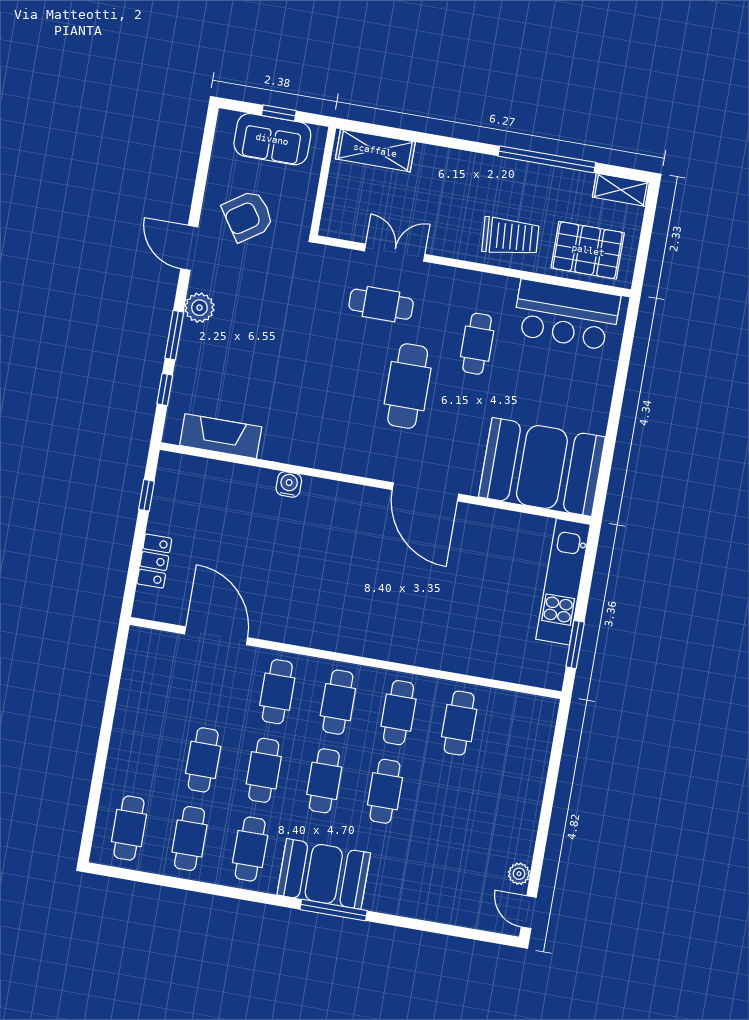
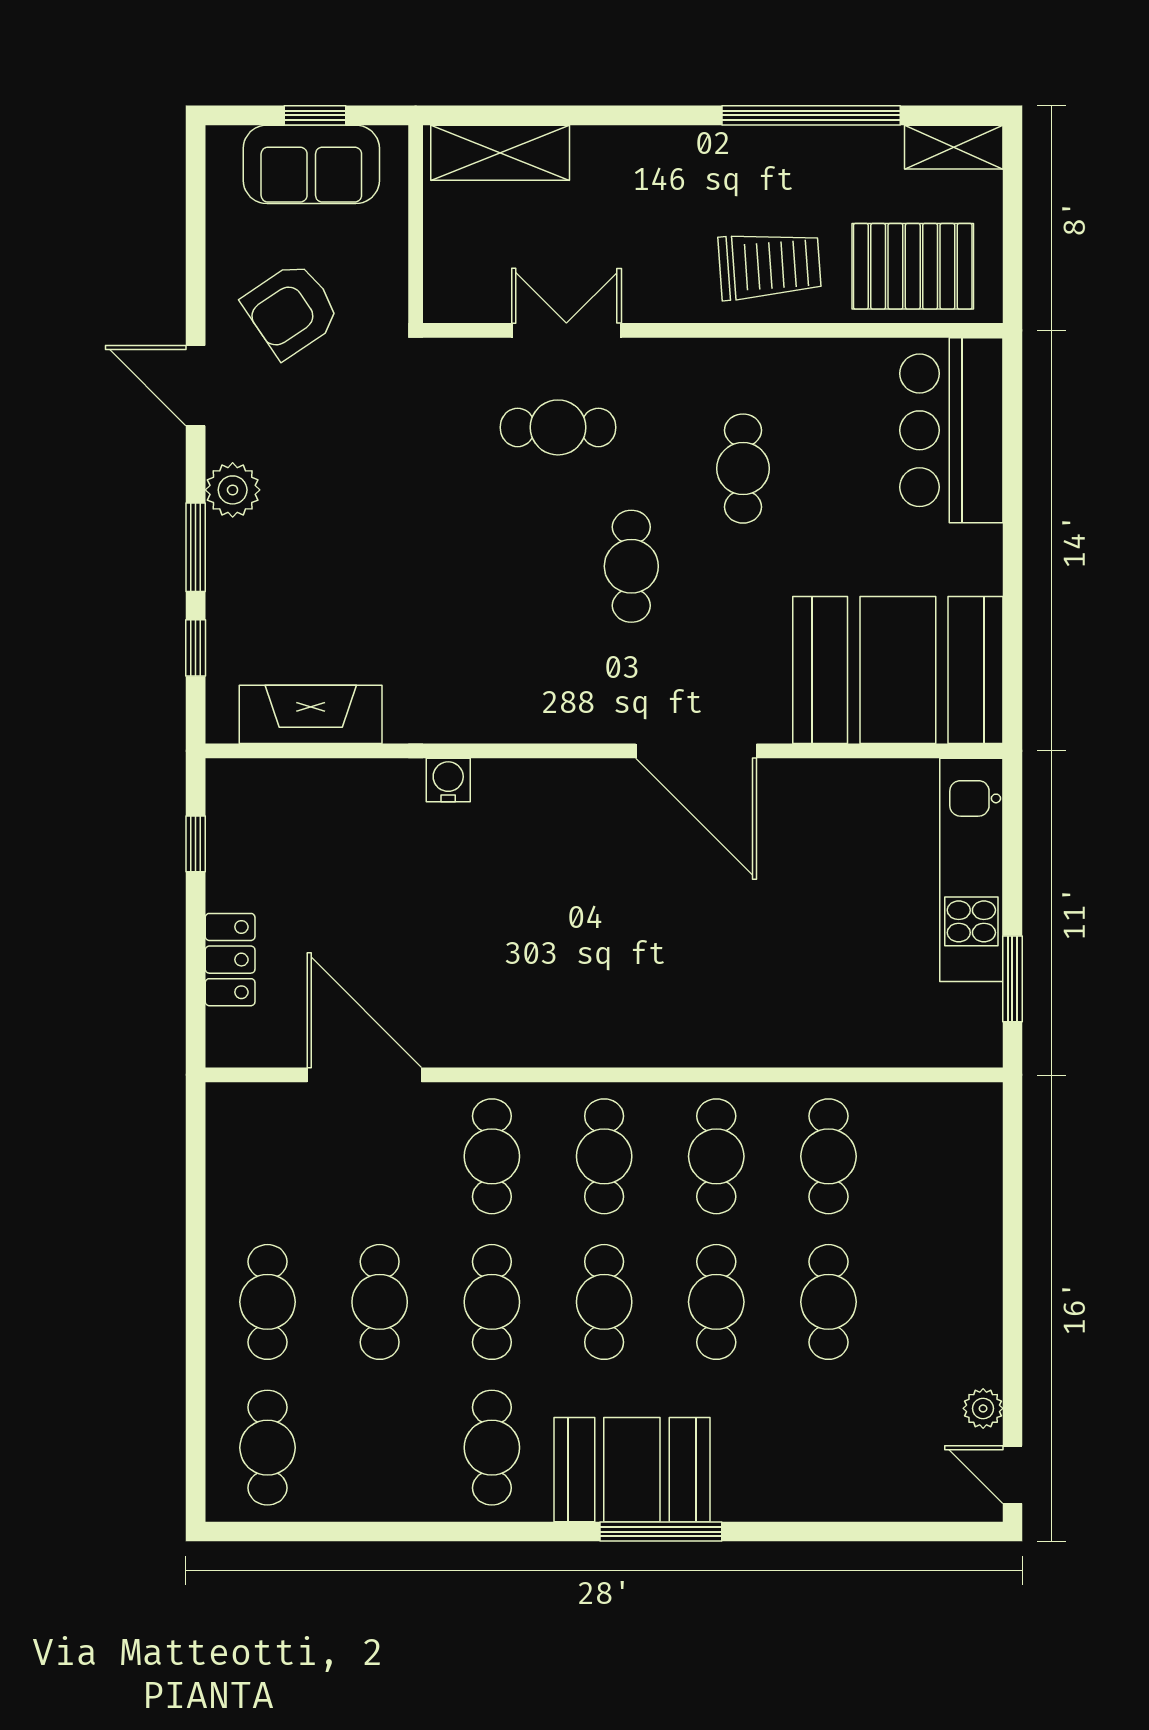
bar counter: (566, 315) -> (951, 430), moved, turned 90
cafe table: (408, 386) -> (631, 566), width x0.73, depth x0.74
cafe table: (446, 802) -> (828, 1302), added
cafe table: (190, 839) -> (267, 1302), moved

